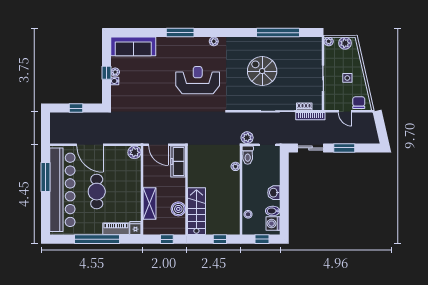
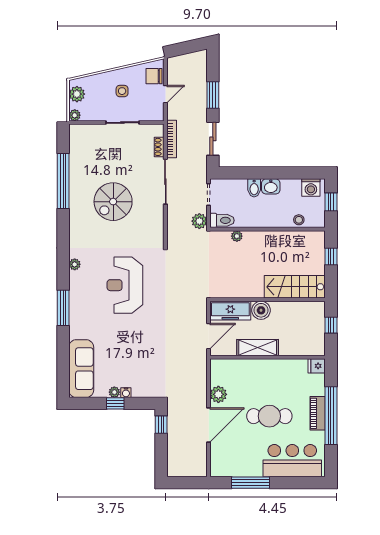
window: (76, 108) -> (161, 425), moved
plant: (134, 152) -> (218, 394), moved
bar counter: (62, 190) -> (292, 461), width x0.54
shelving: (150, 203) -> (258, 348), moved
boiler: (178, 209) -> (261, 310), moved
bidet: (273, 211) -> (254, 188), moved
piano: (116, 229) -> (318, 413), moved

